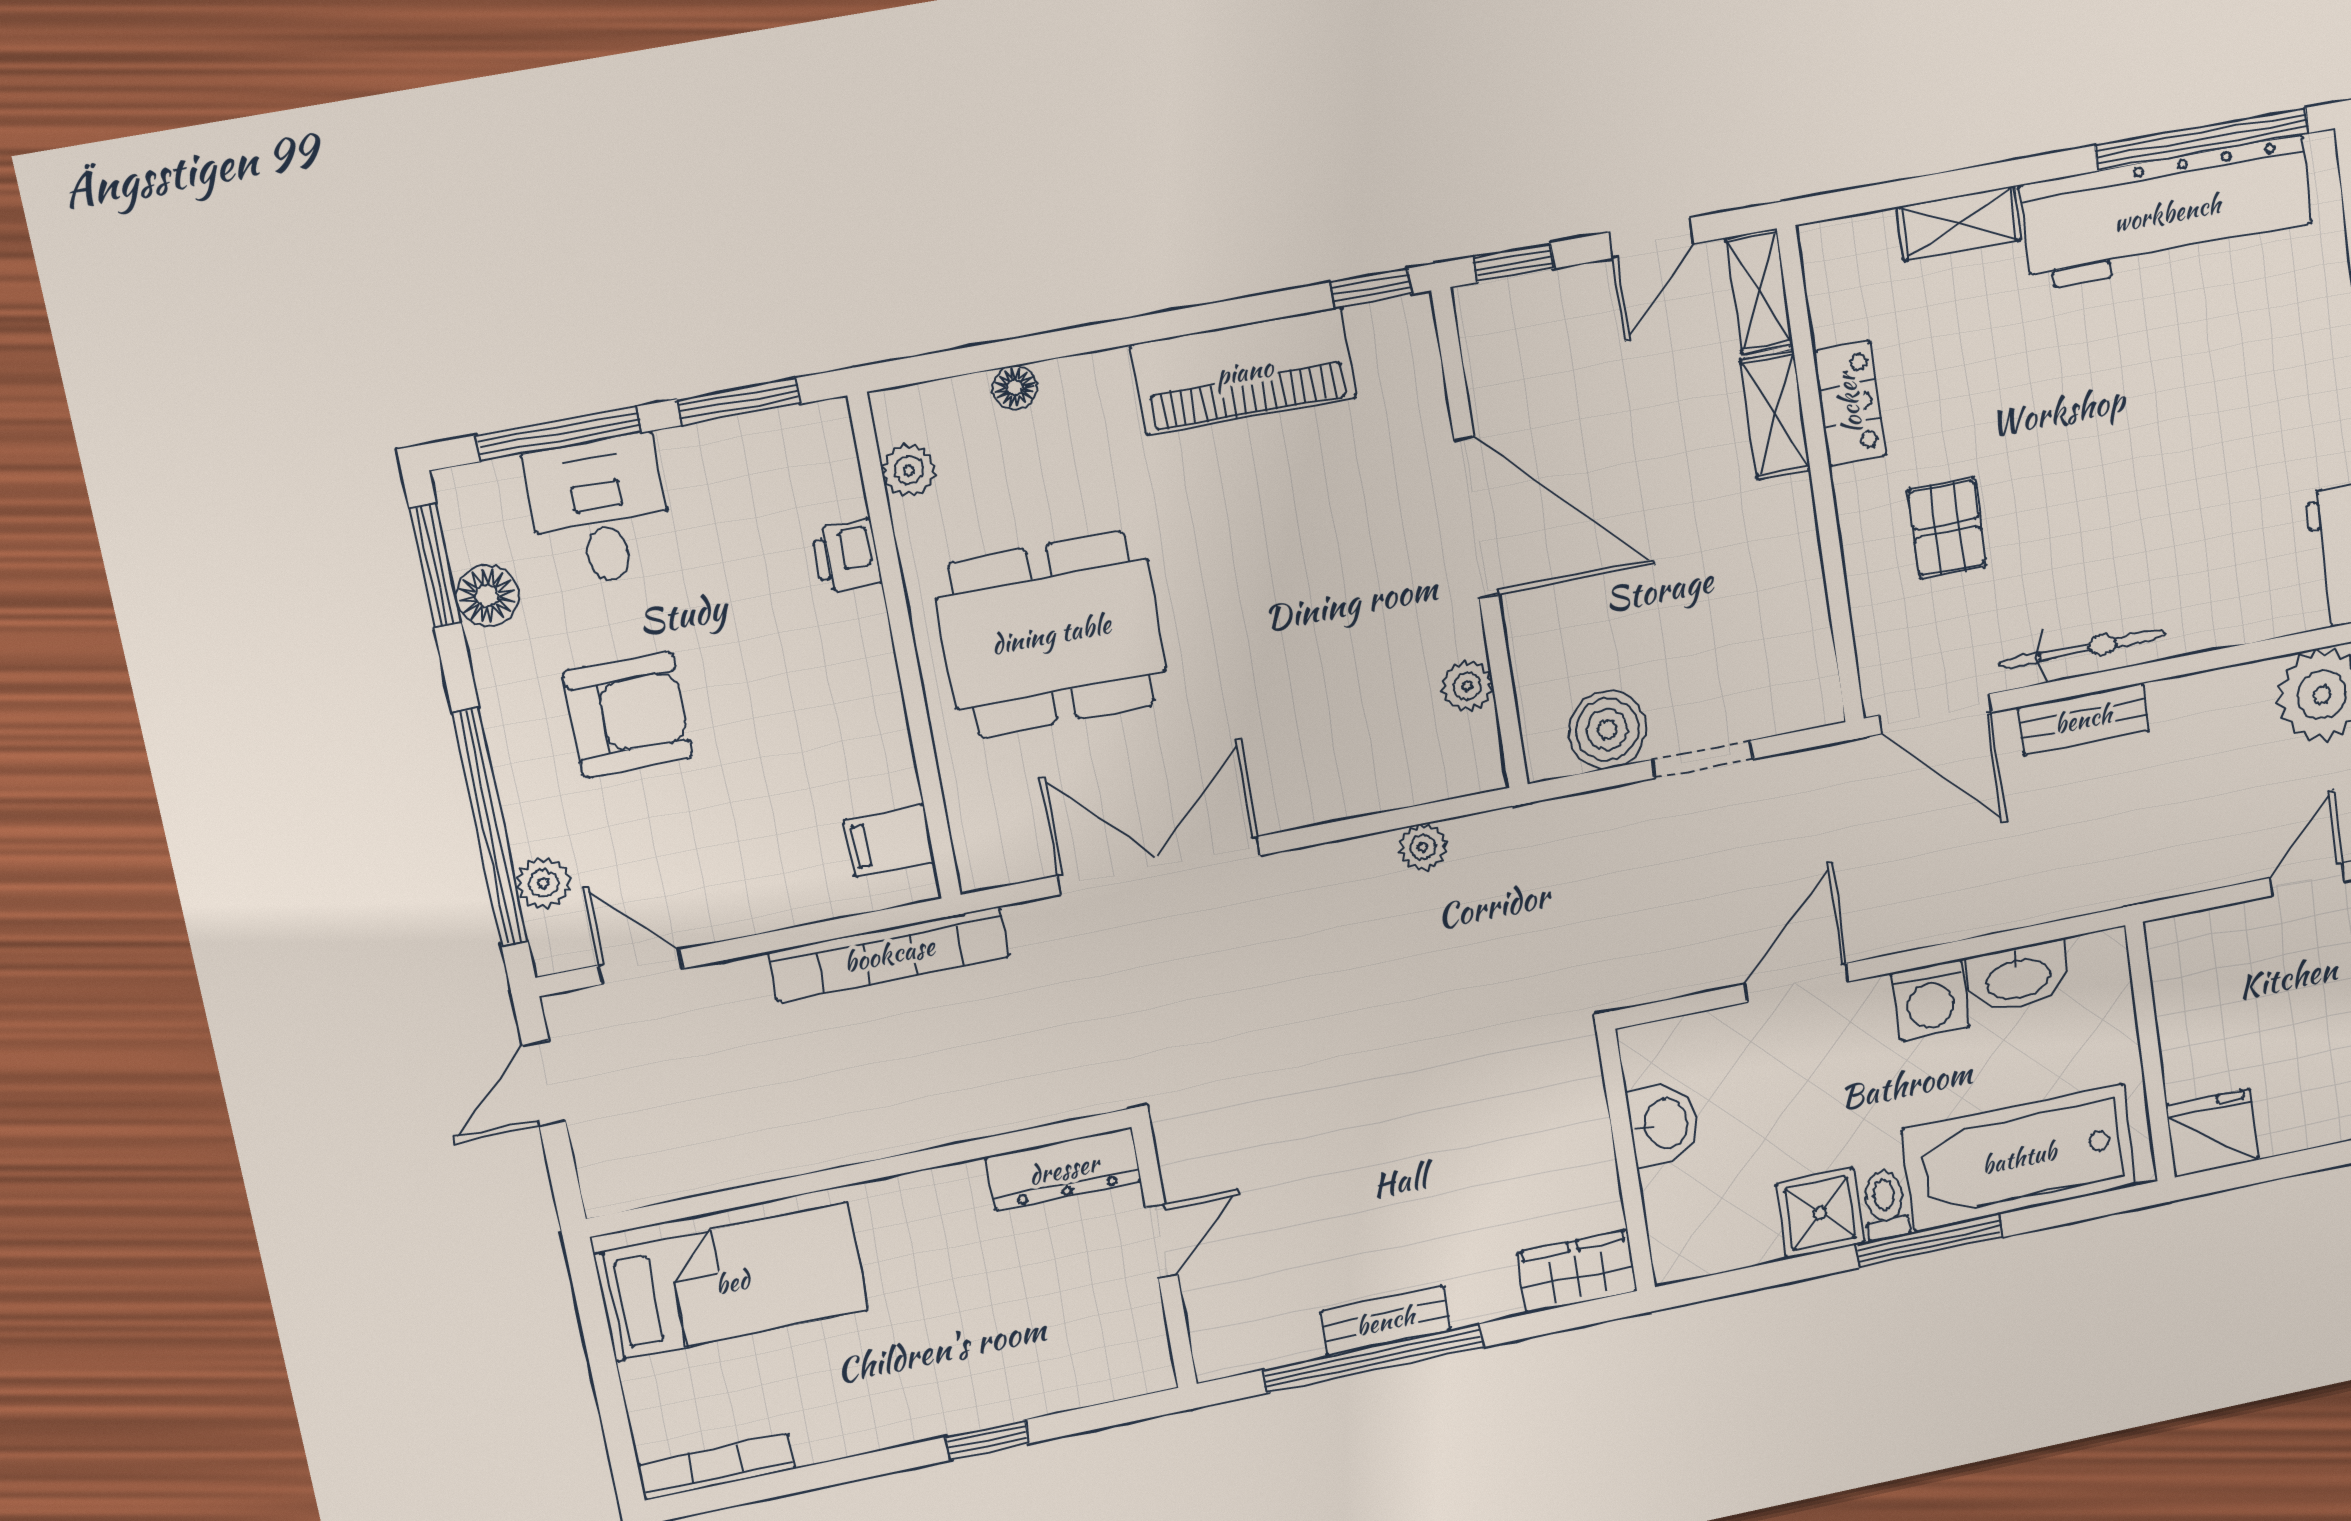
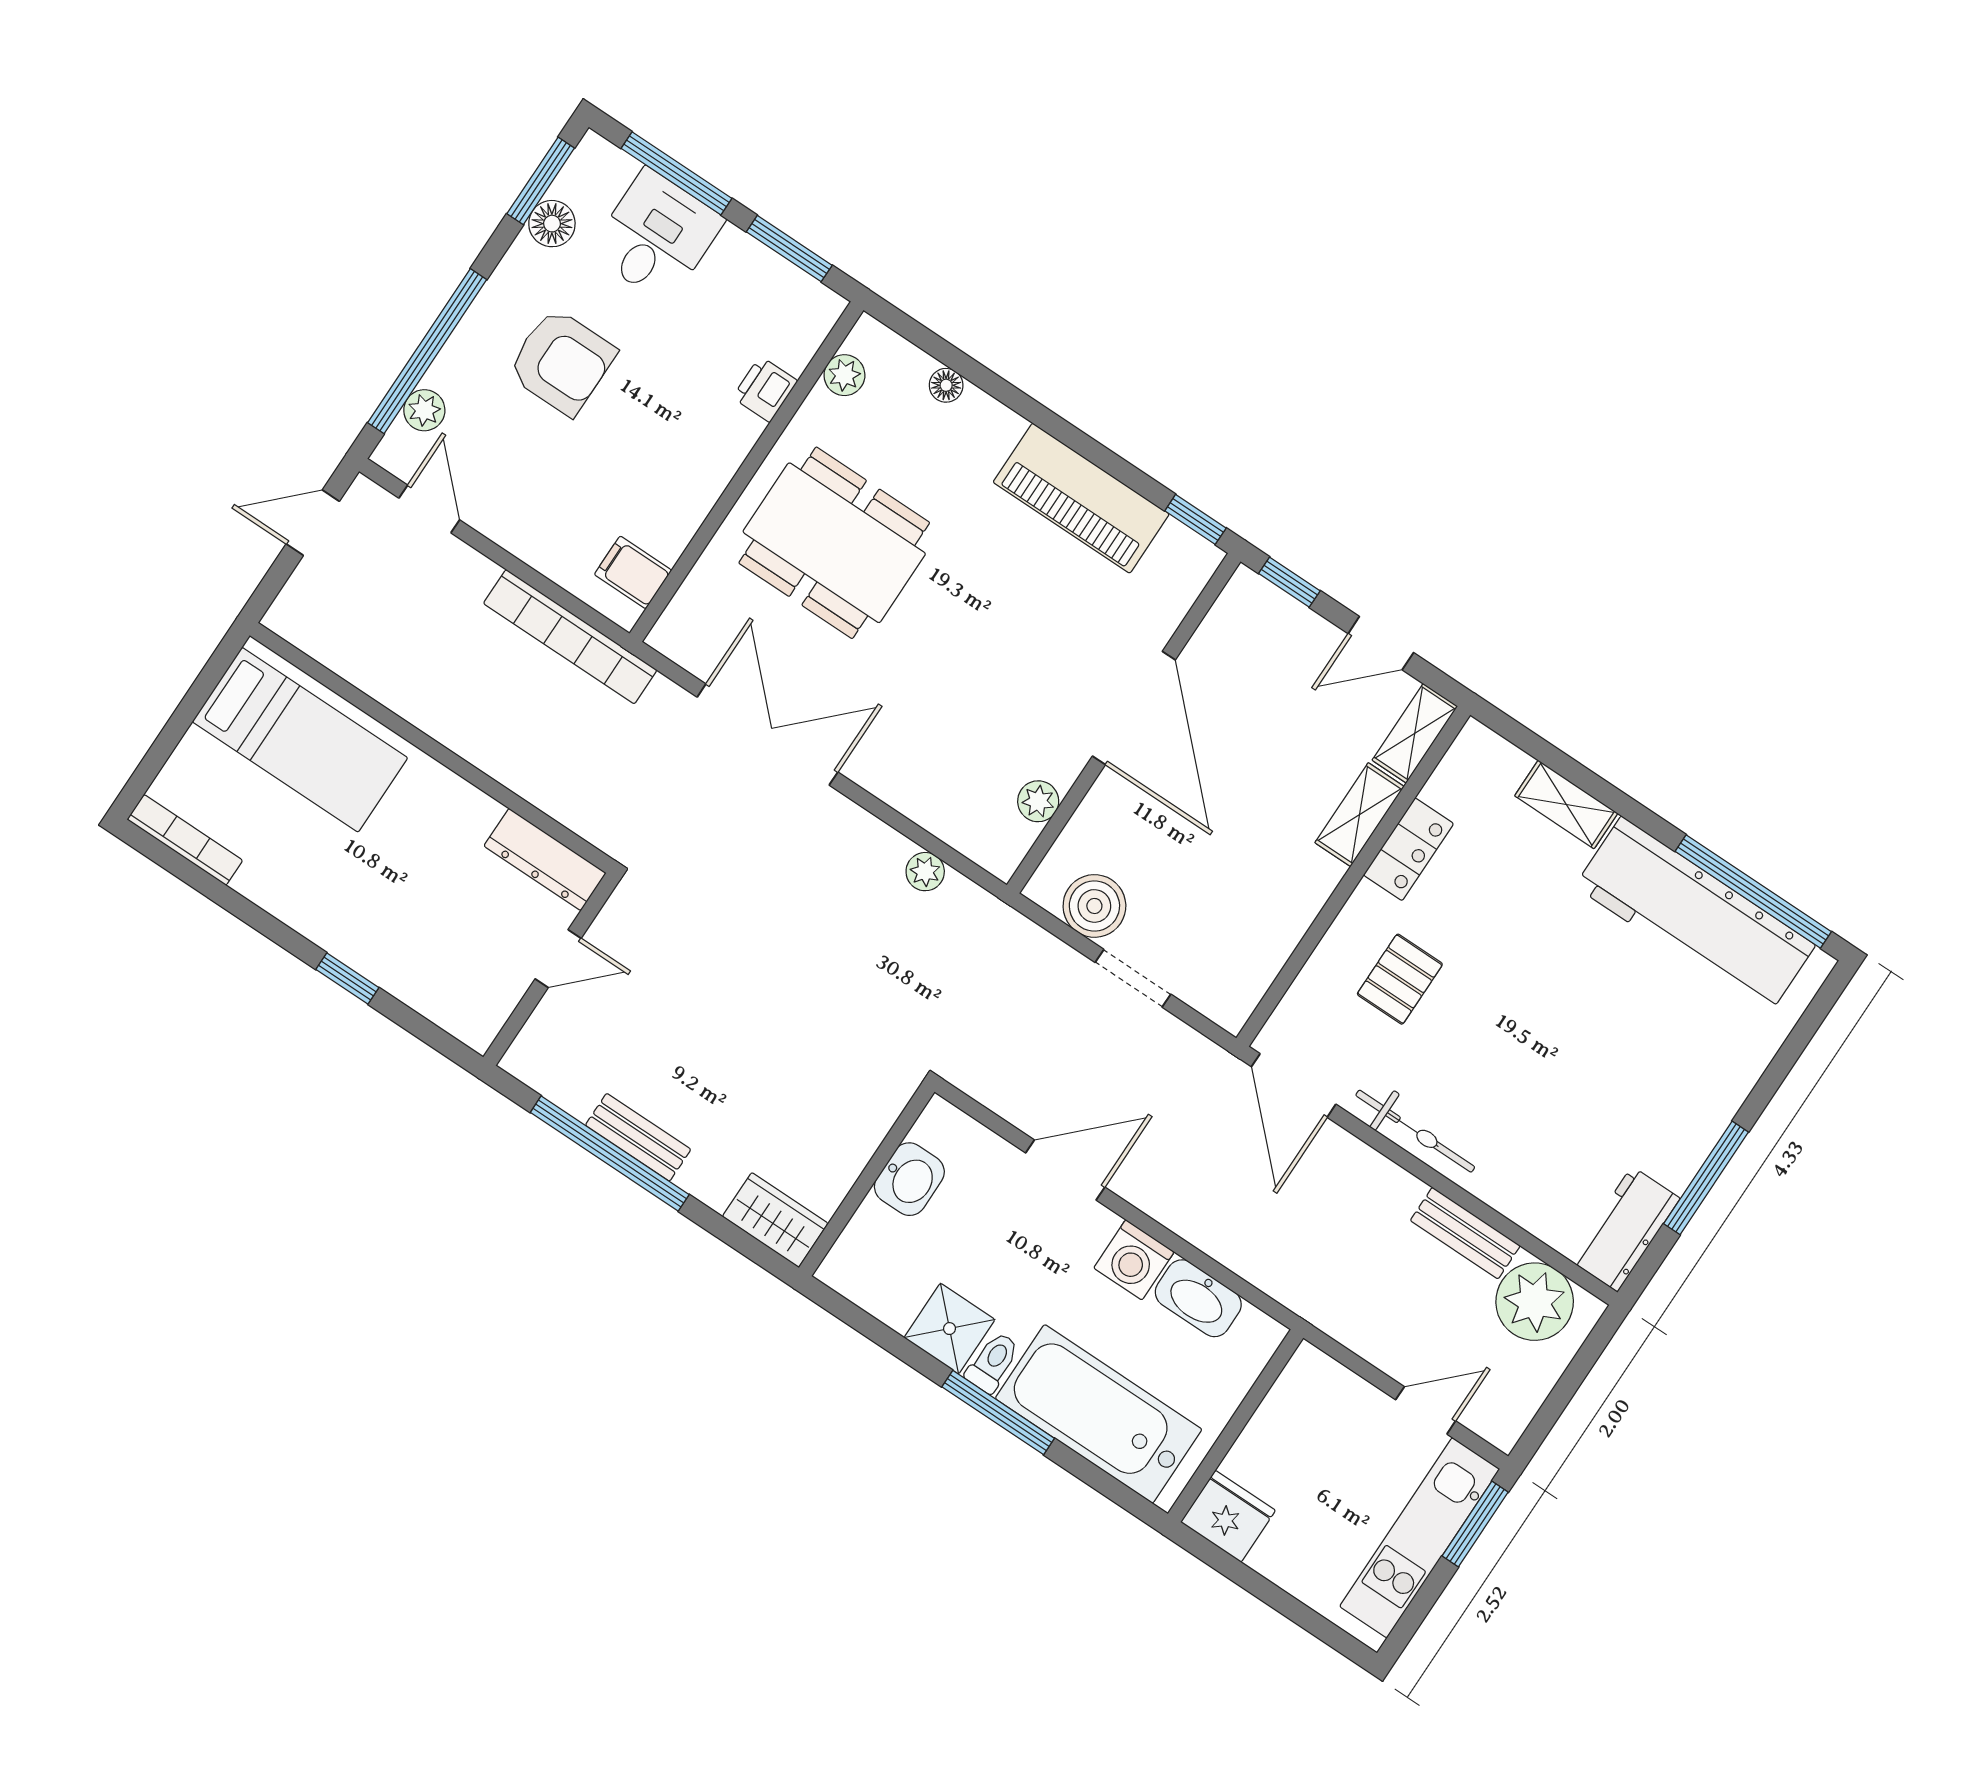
bench: (2083, 719) -> (1465, 1233), moved

